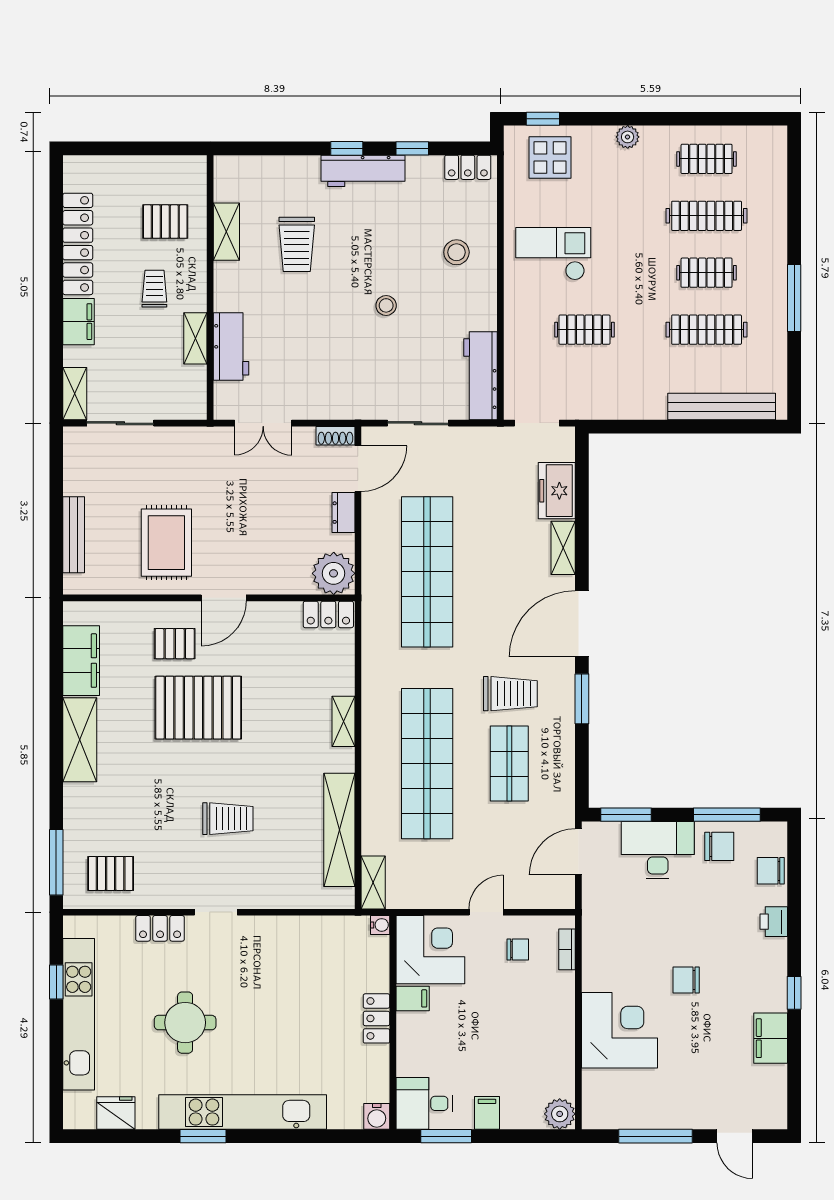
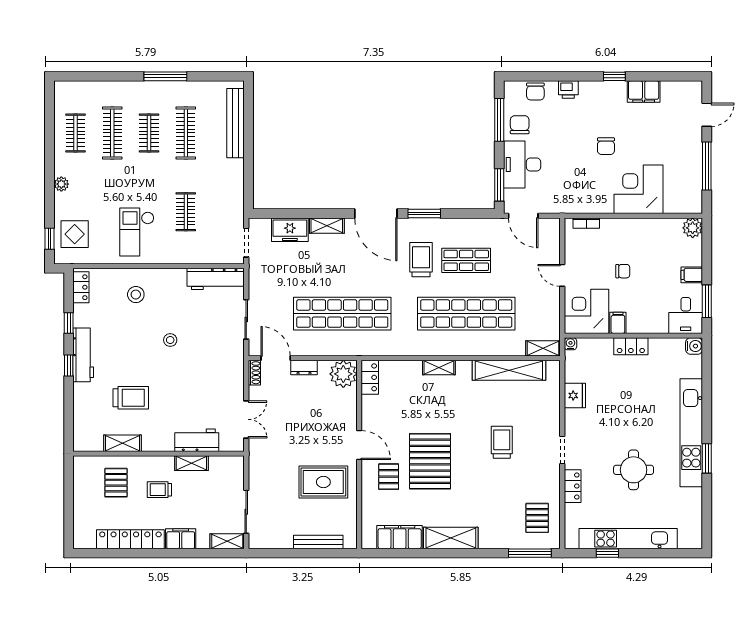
chair: (518, 950) -> (623, 271), moved, turned 90
fridge: (116, 1113) -> (575, 395), moved, turned 180

